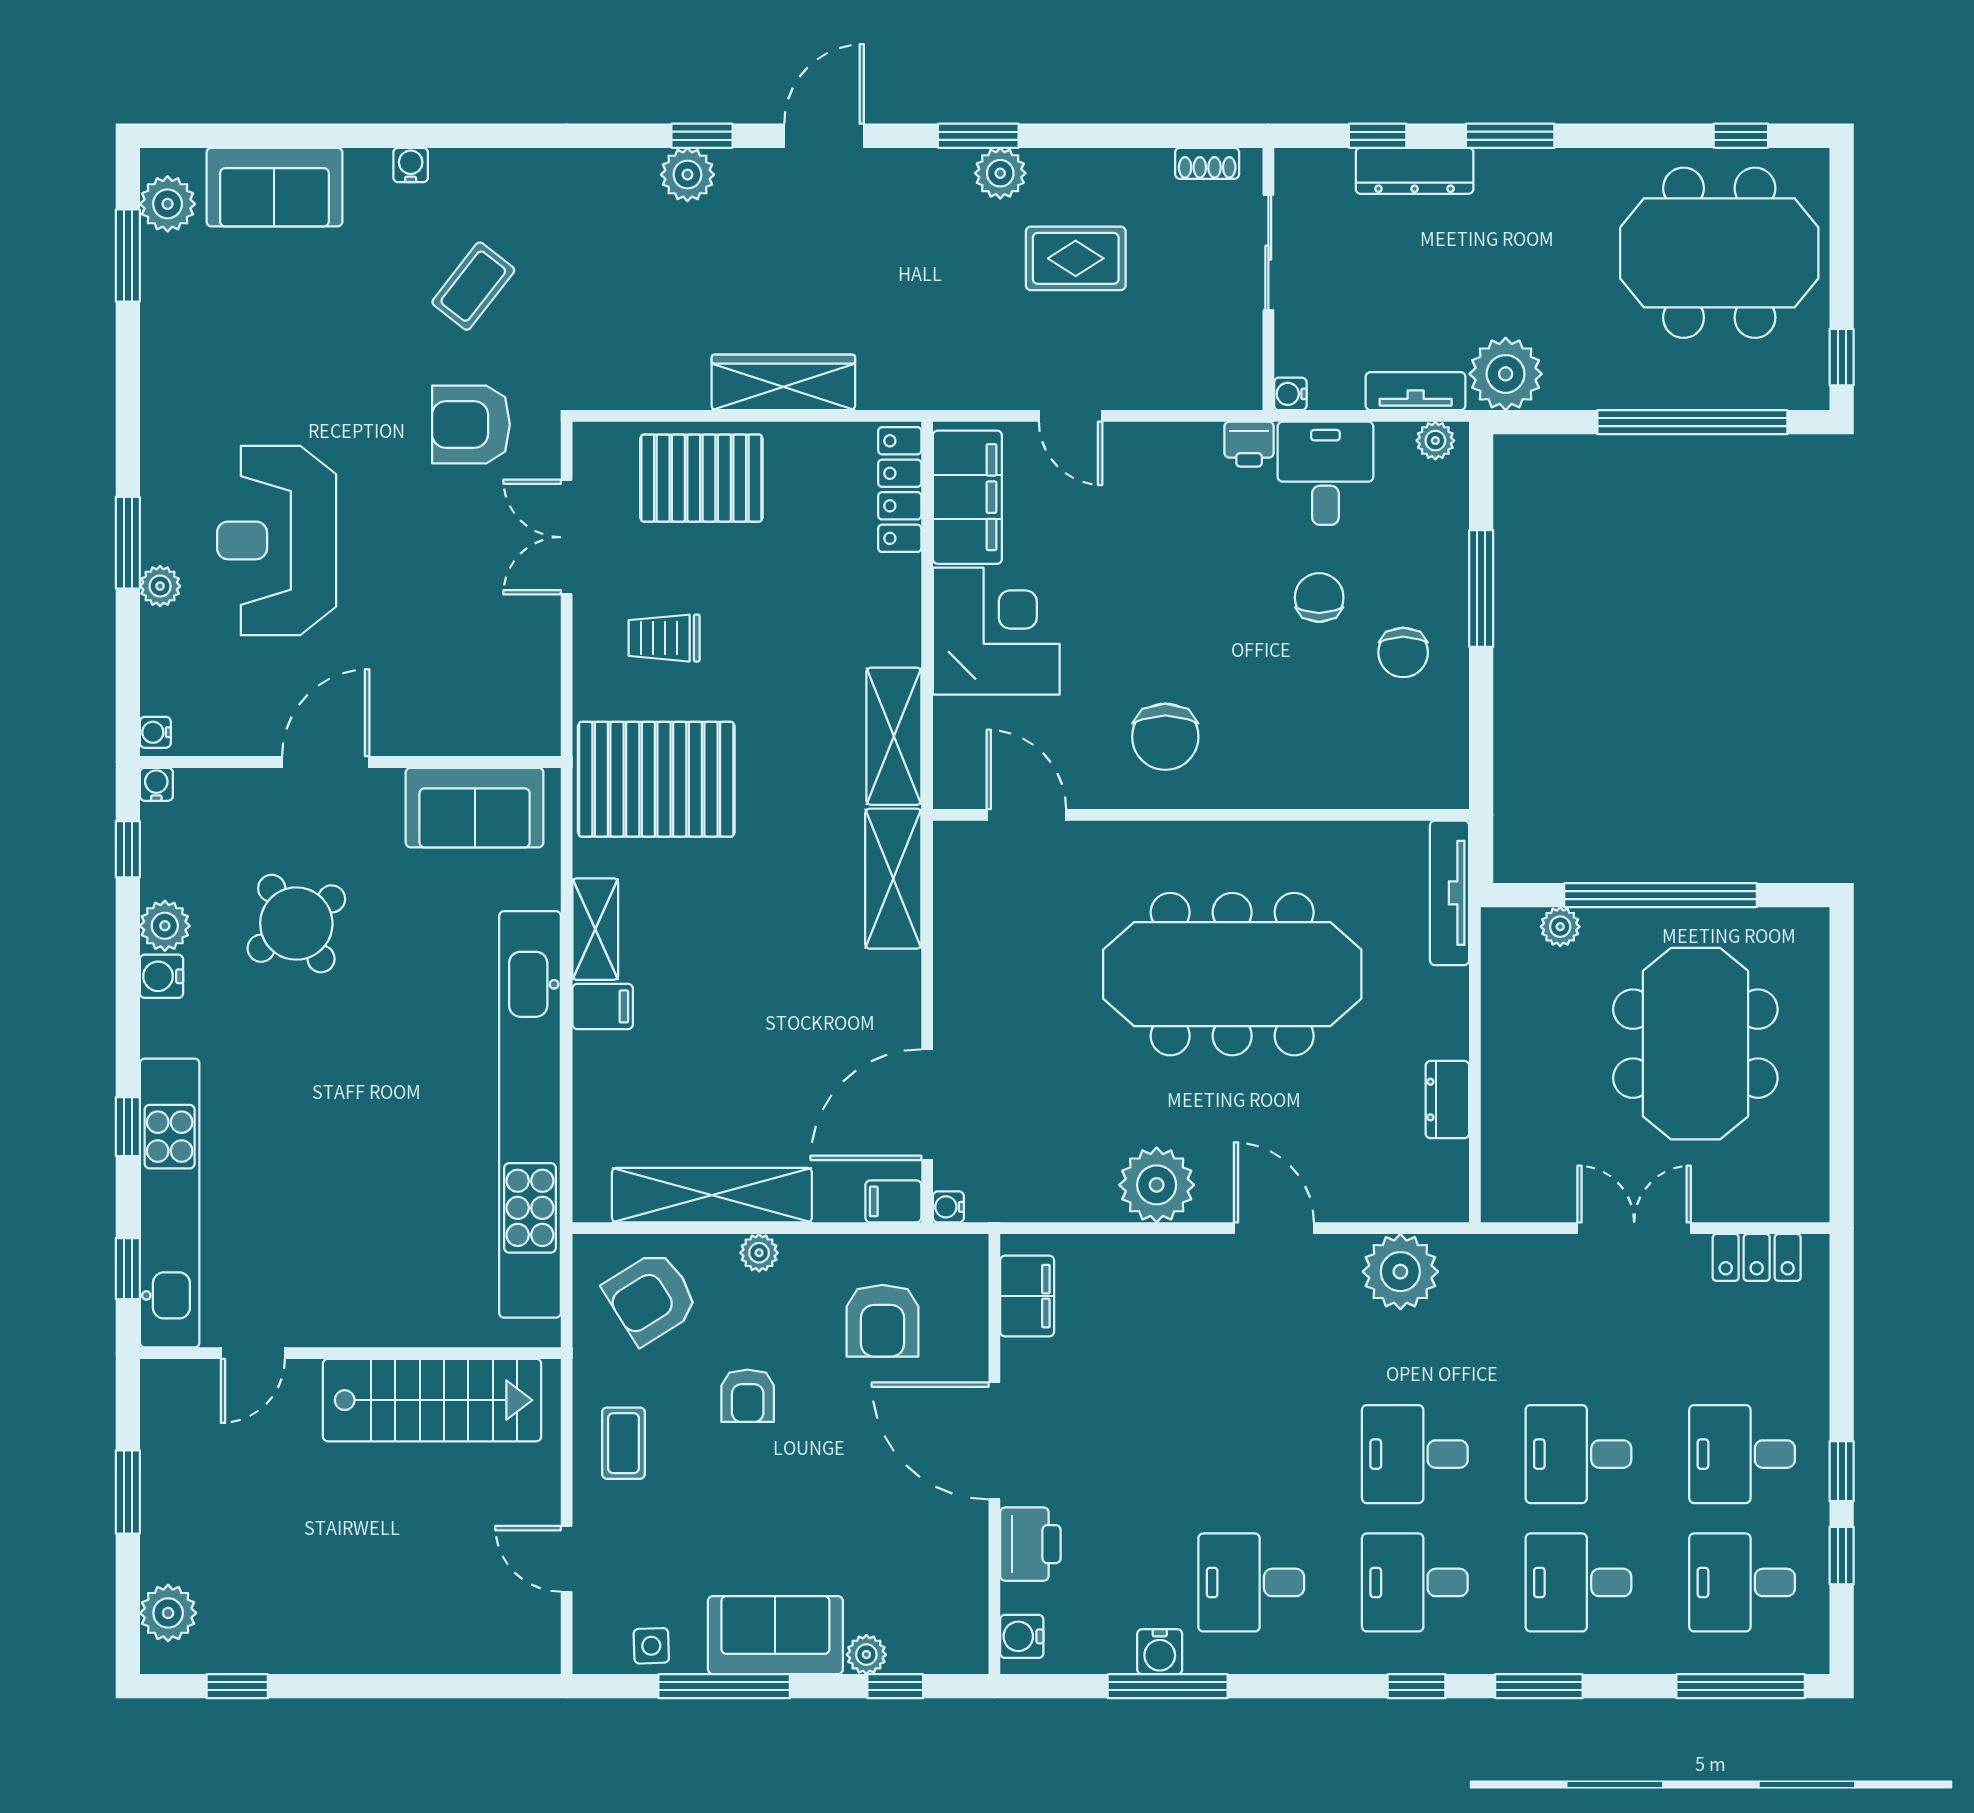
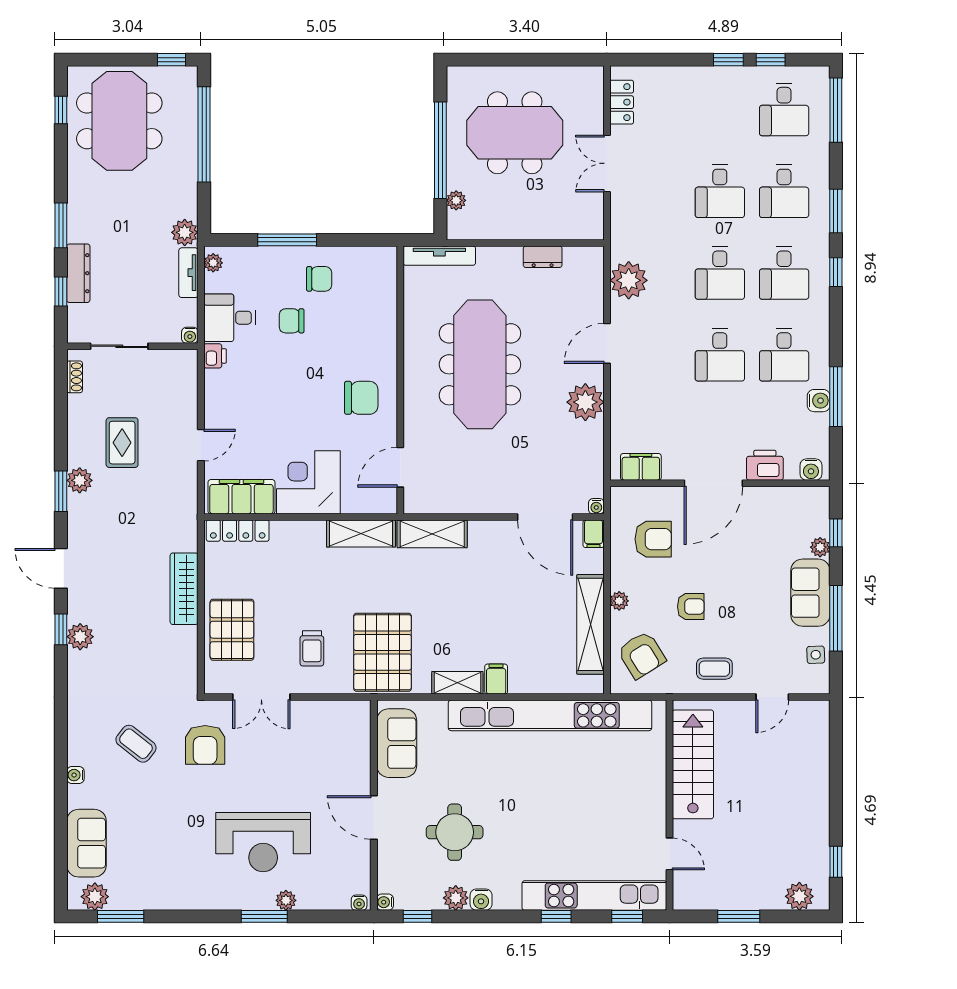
plant: (1506, 374) -> (185, 232), width x0.73, depth x0.73
round table: (296, 924) -> (455, 832), turned 35
desk: (1742, 1454) -> (720, 355), moved

